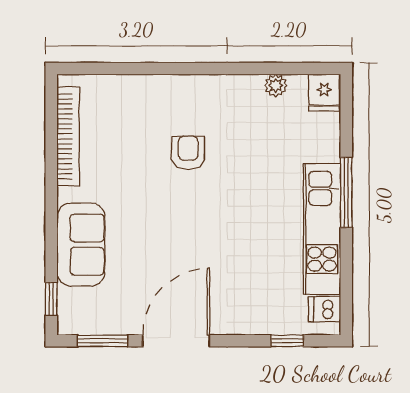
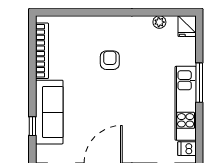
sofa: (81, 245) -> (49, 112), width x1.36
window: (51, 299) -> (32, 126), moved

